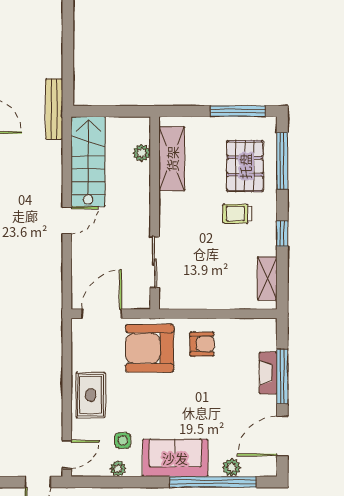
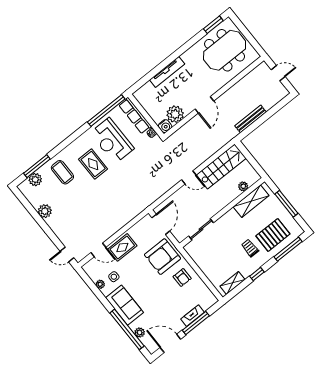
bench: (54, 109) -> (251, 119), moved
window: (238, 111) -> (286, 204), moved
door: (102, 314) -> (161, 224), hinge flipped
armchair: (150, 348) -> (162, 257), turned -90
door: (67, 455) -> (98, 250), moved

